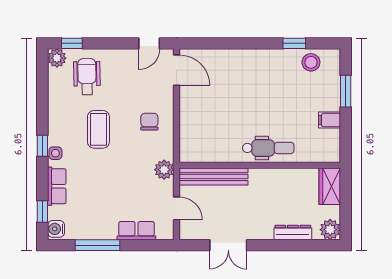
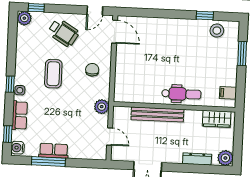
wheelchair: (87, 77) -> (63, 33), moved, turned 122
filing cabinet: (330, 120) -> (228, 93), moved
bench: (214, 177) -> (157, 114), moved
wardrobe: (330, 186) -> (217, 119), moved, turned -90
row of seats: (136, 231) -> (54, 151), moved

